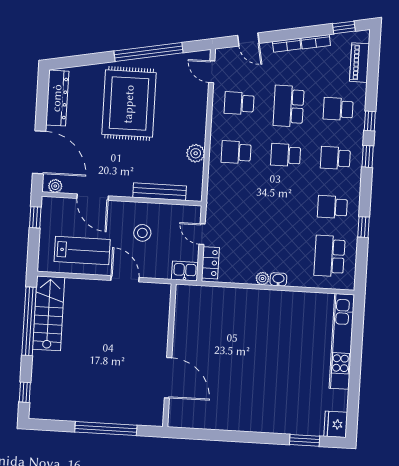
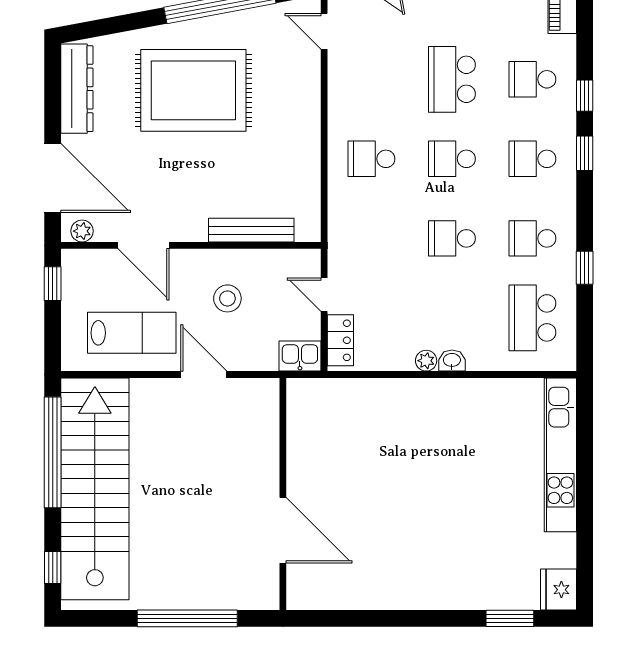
school desk: (239, 103) -> (452, 238), moved
rug: (129, 104) -> (193, 90), turned 90
plant: (196, 153) -> (306, 165), removed
stairs: (49, 313) -> (95, 489), width x1.86, depth x1.51

